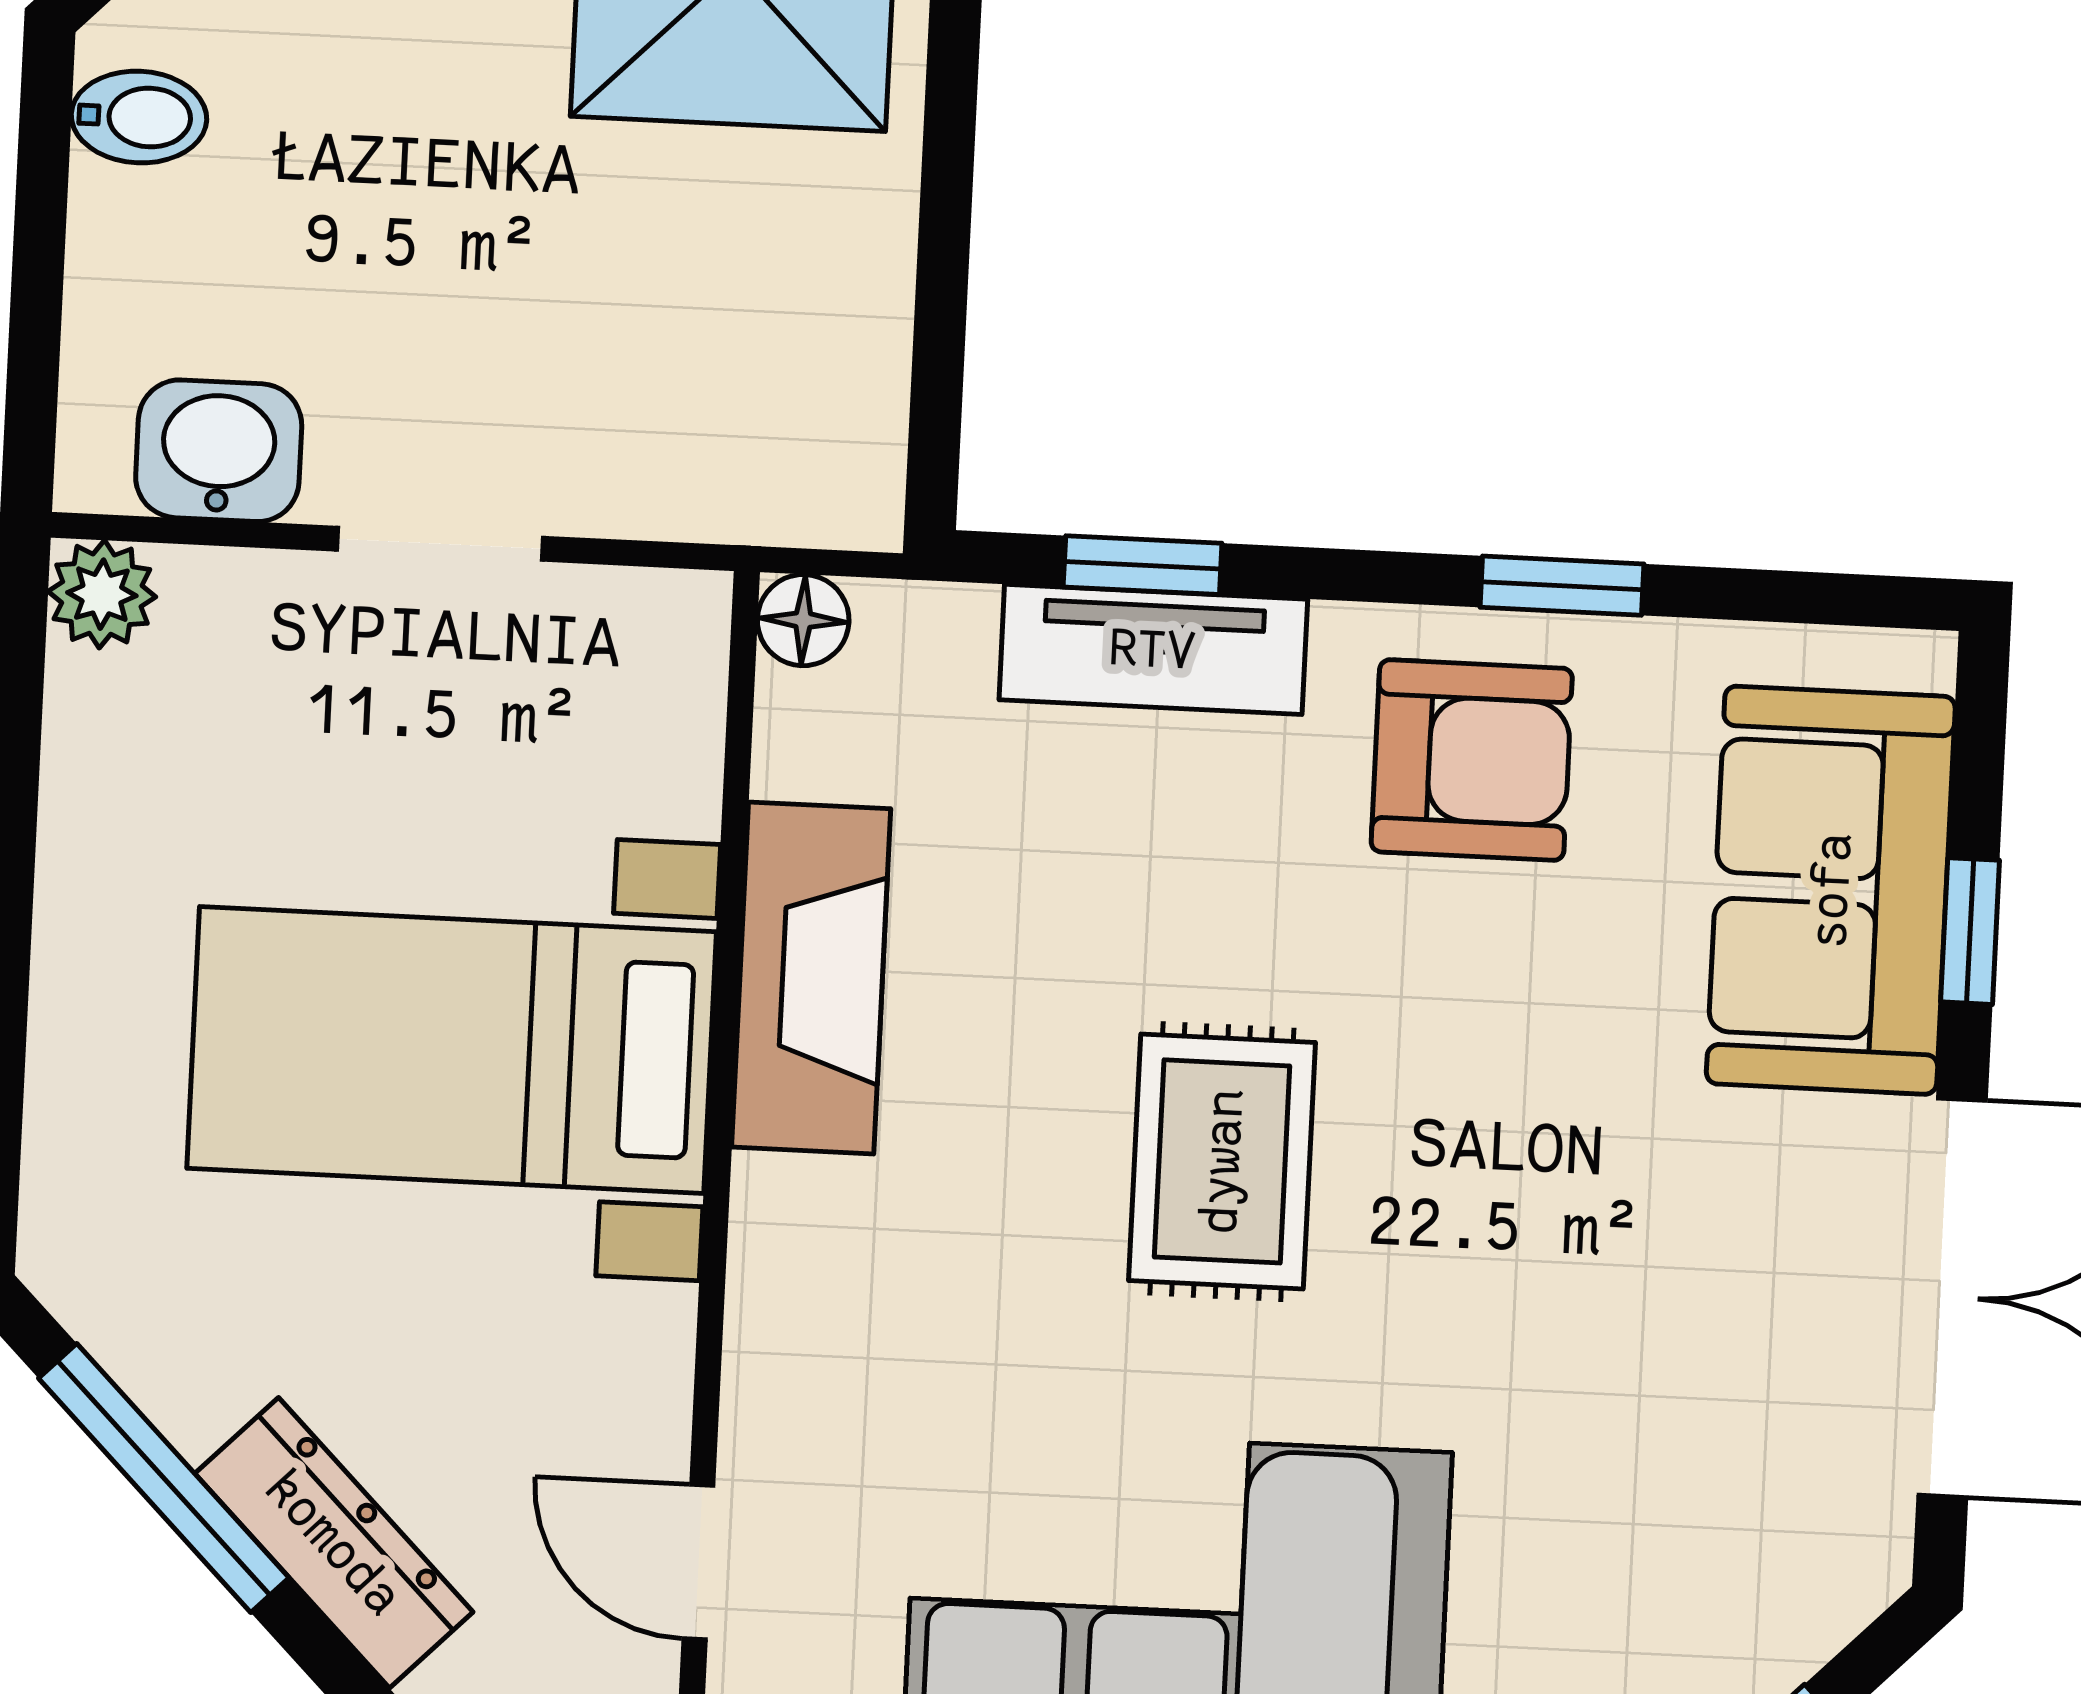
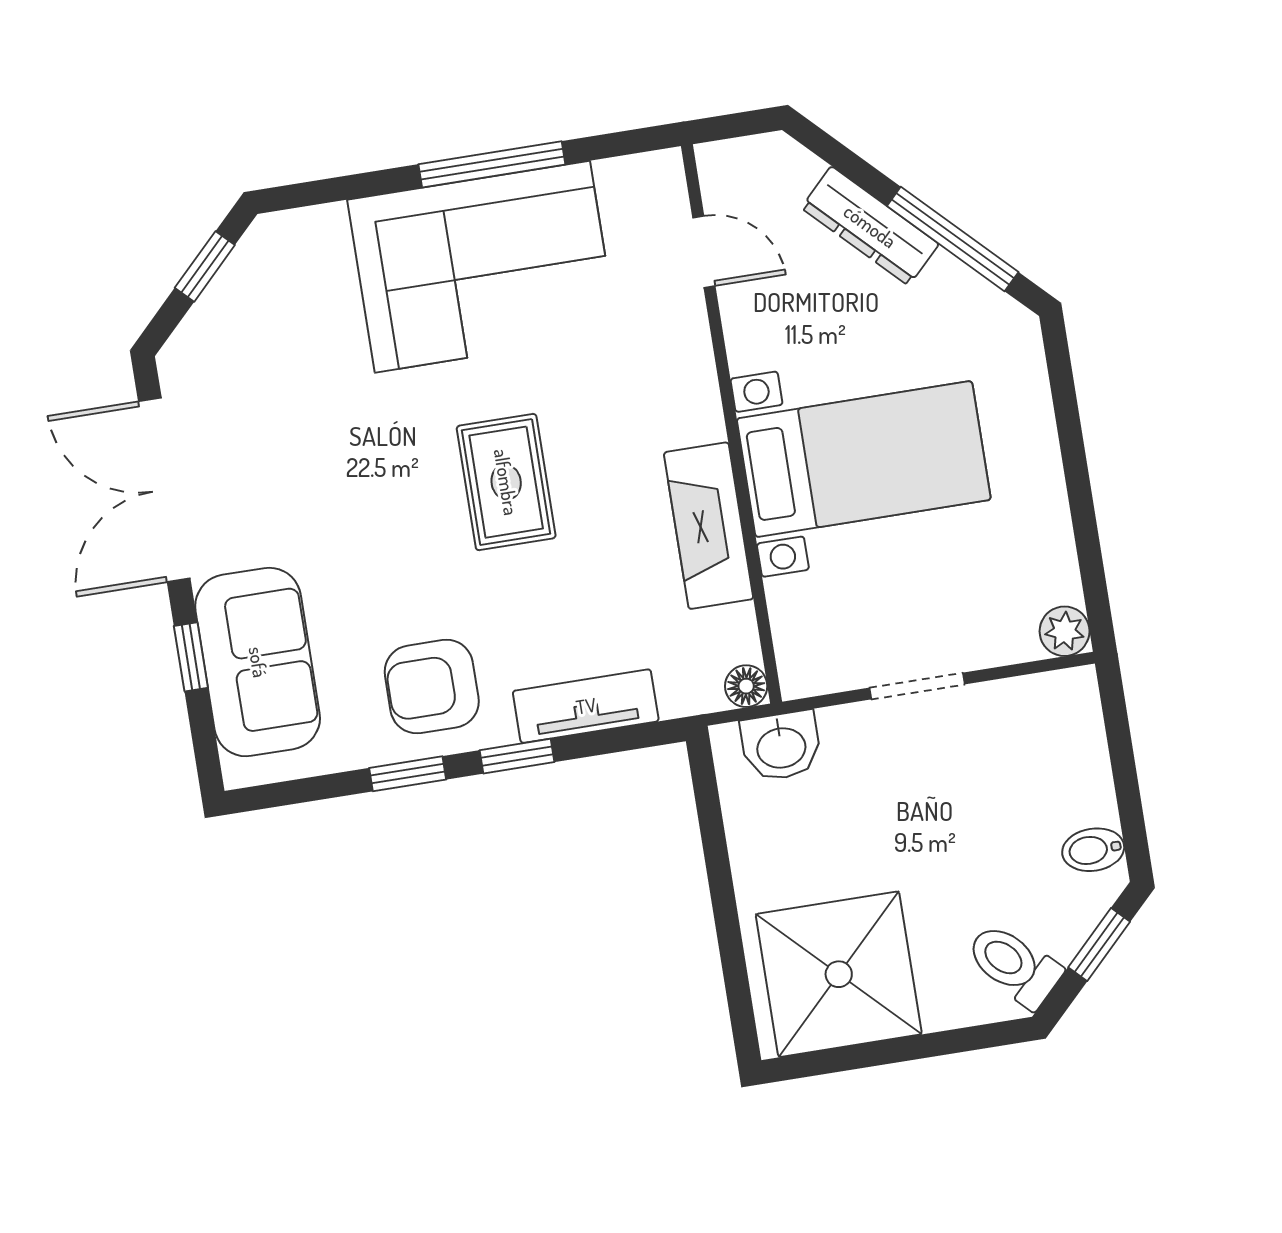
washbasin: (219, 451) -> (781, 746), moved
window: (1143, 565) -> (517, 756), moved

